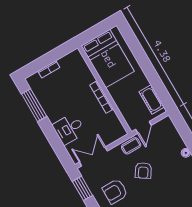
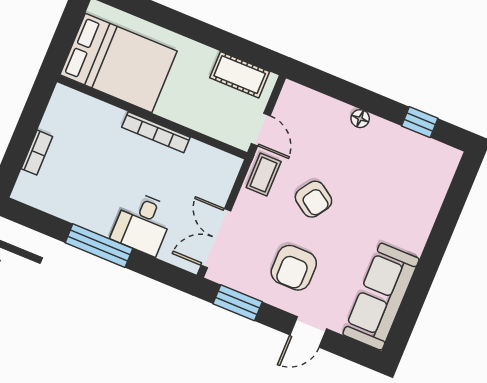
window: (34, 105) -> (99, 246), moved

